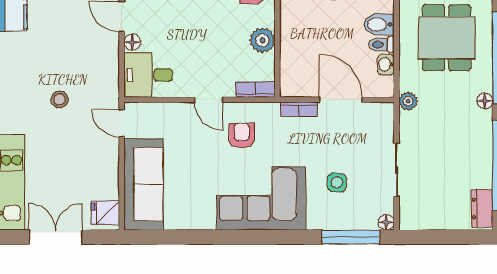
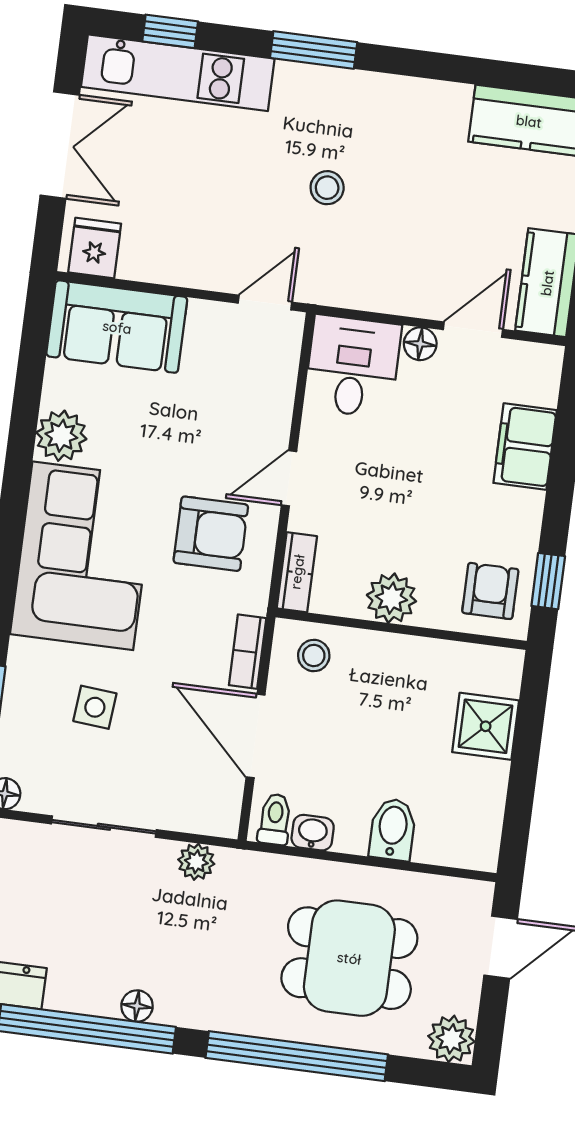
toilet: (382, 45) -> (275, 819), moved
stool: (296, 76) -> (314, 656), added
door: (341, 100) -> (256, 736), swing flipped
plant: (408, 101) -> (196, 862), moved
floor lamp: (485, 101) -> (137, 1006), moved
armchair: (242, 135) -> (211, 534), width x1.38, depth x1.38
sofa: (143, 184) -> (117, 327), width x0.73
plant: (202, 217) -> (61, 436), added

